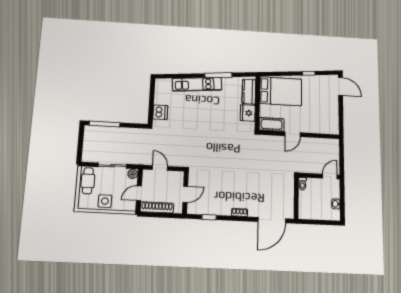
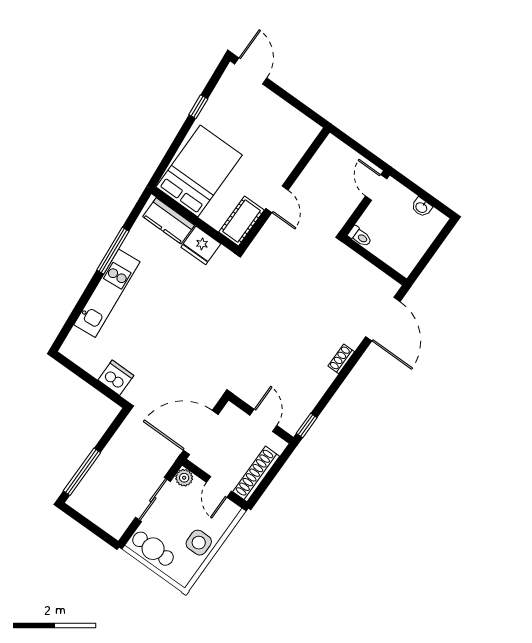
door: (341, 86) -> (251, 71), hinge flipped
door: (160, 168) -> (201, 433), width x1.88
window: (209, 217) -> (307, 425), moved

